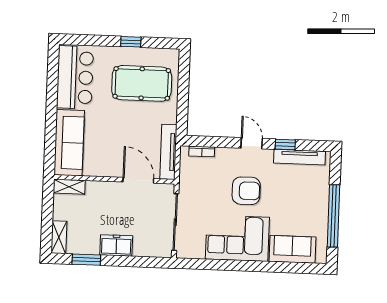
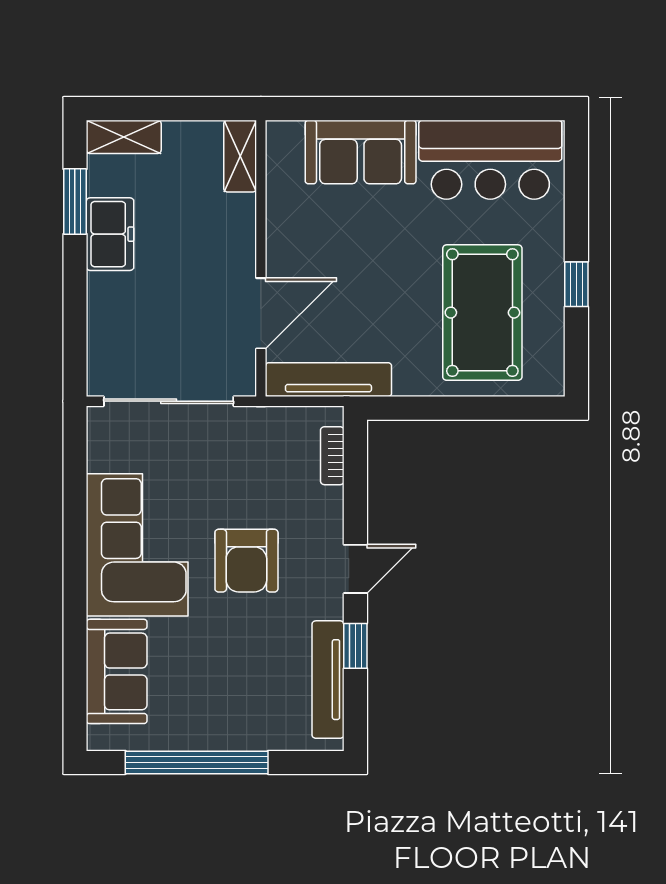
sofa: (69, 143) -> (361, 152), width x0.73
freezer: (116, 245) -> (110, 234), moved

